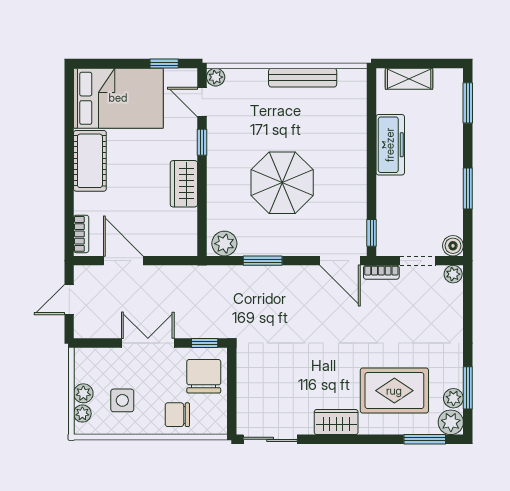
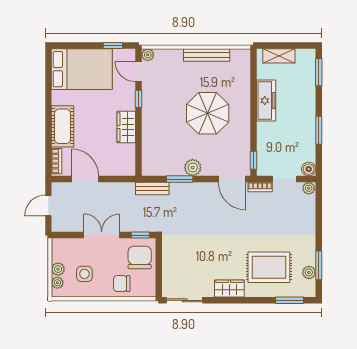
cot: (90, 161) -> (62, 126), moved
parasol: (282, 183) -> (208, 113), moved
plant: (224, 244) -> (193, 168), moved
bench: (222, 275) -> (152, 189), added
plant: (451, 422) -> (307, 289), removed

